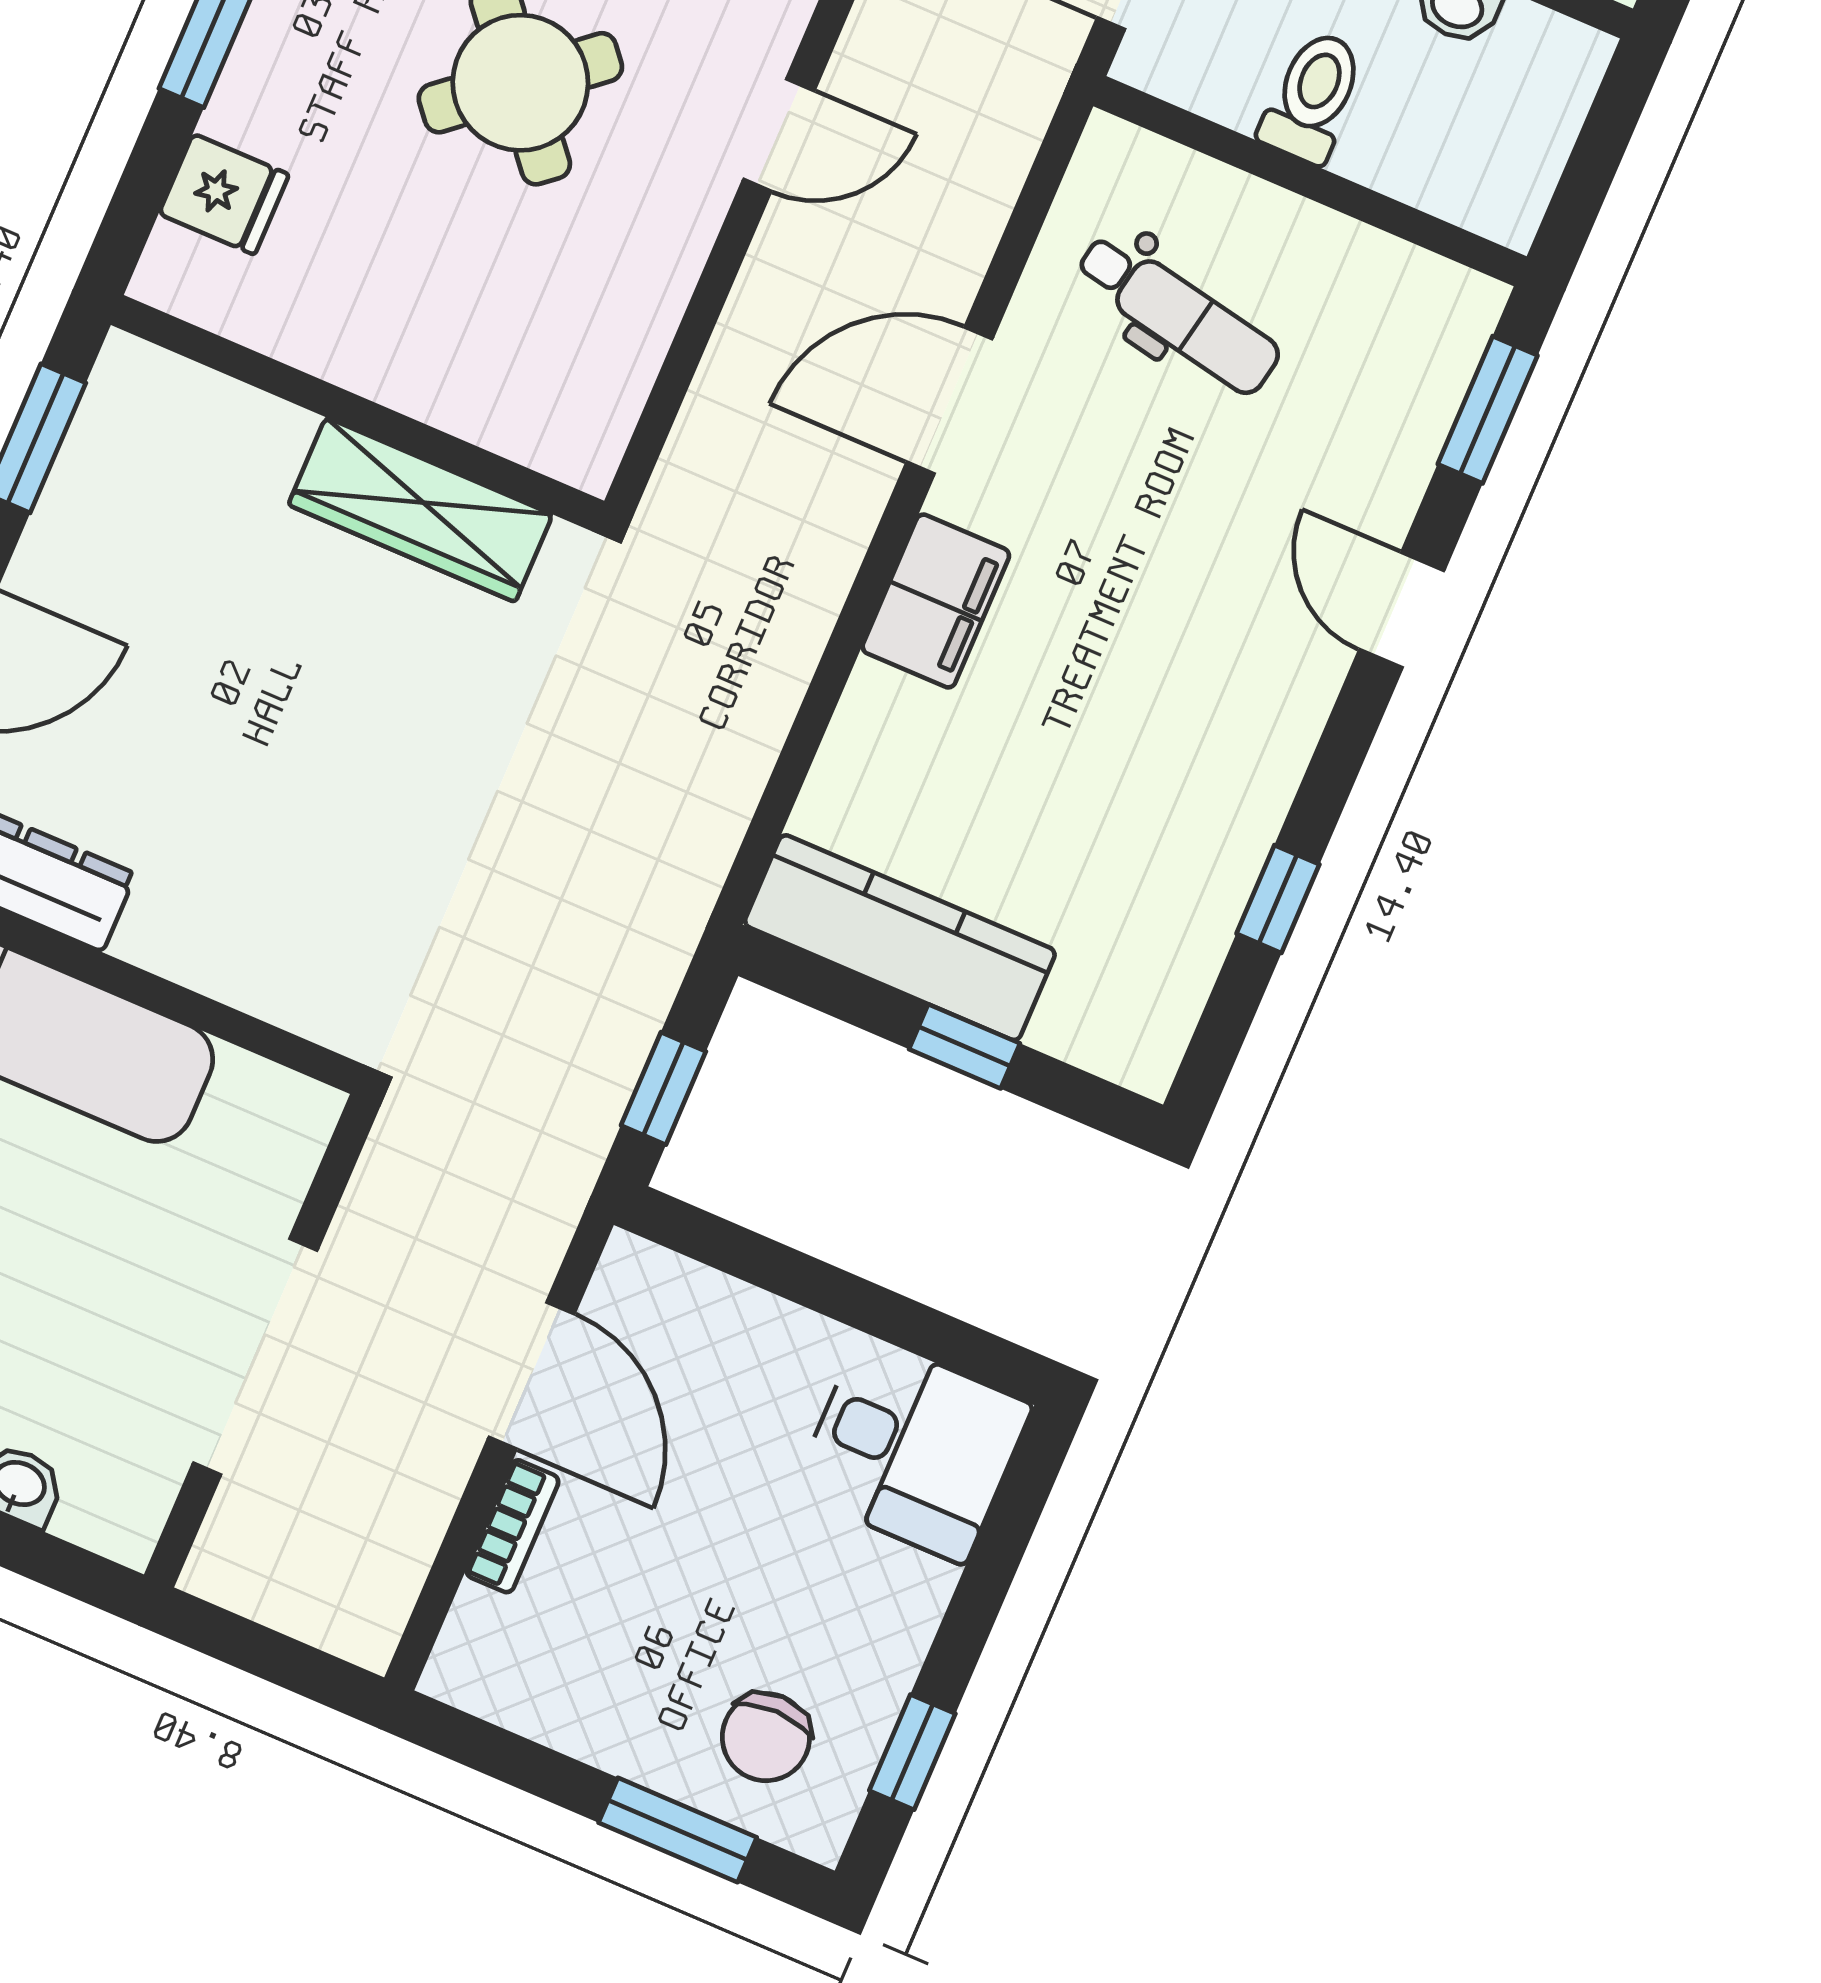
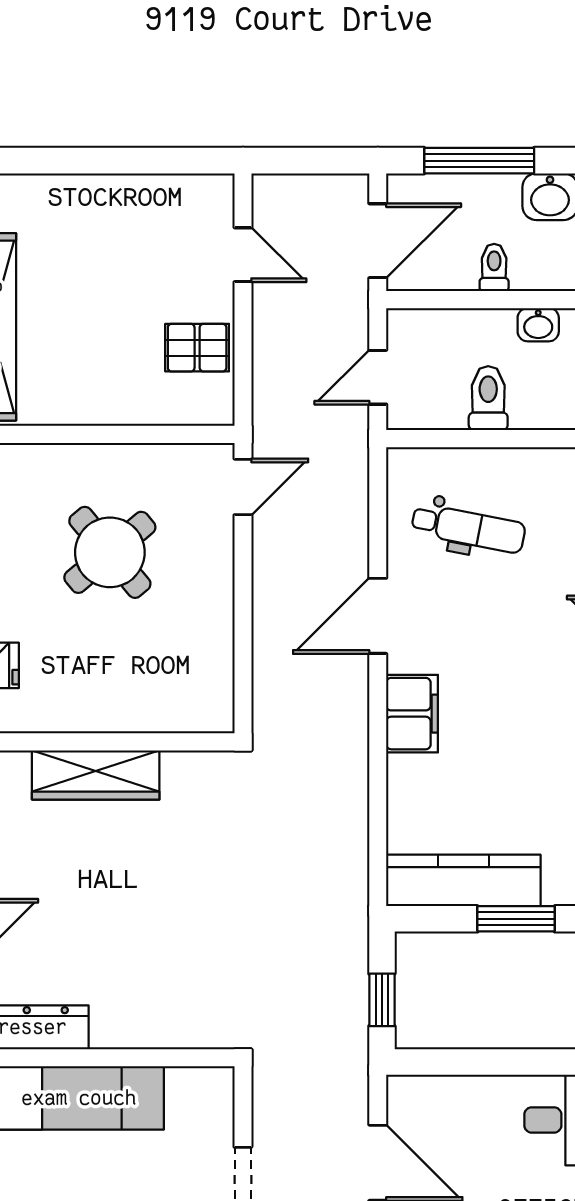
door: (779, 135) -> (243, 487), moved
wardrobe: (420, 510) -> (96, 775), moved
window: (964, 1046) -> (516, 919), width x1.50

